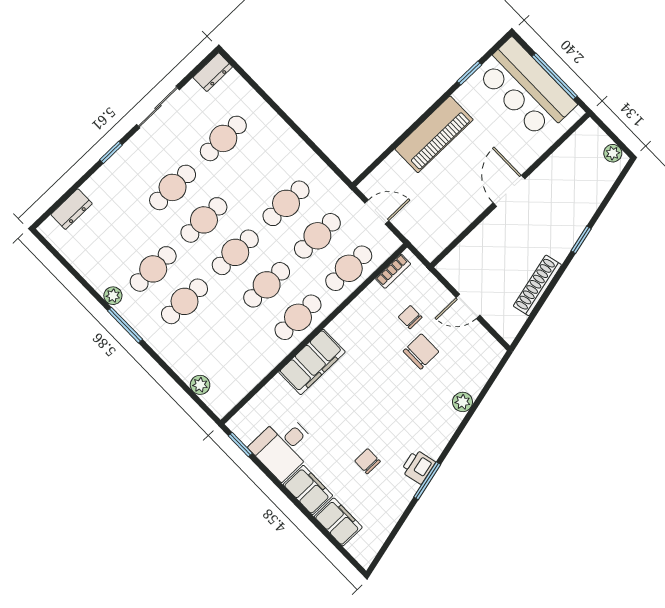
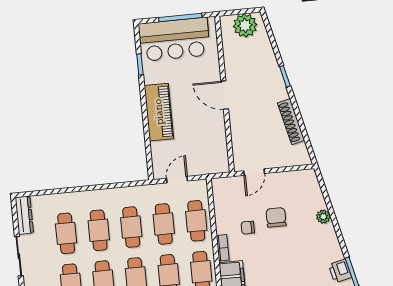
dresser: (213, 72) -> (24, 215), width x1.44
plant: (613, 153) -> (245, 25), width x1.87, depth x1.87
cafe table: (255, 171) -> (99, 230), added
bookcase: (393, 271) -> (223, 248), moved
door: (468, 306) -> (254, 172), moved
chair: (410, 317) -> (248, 228), moved

